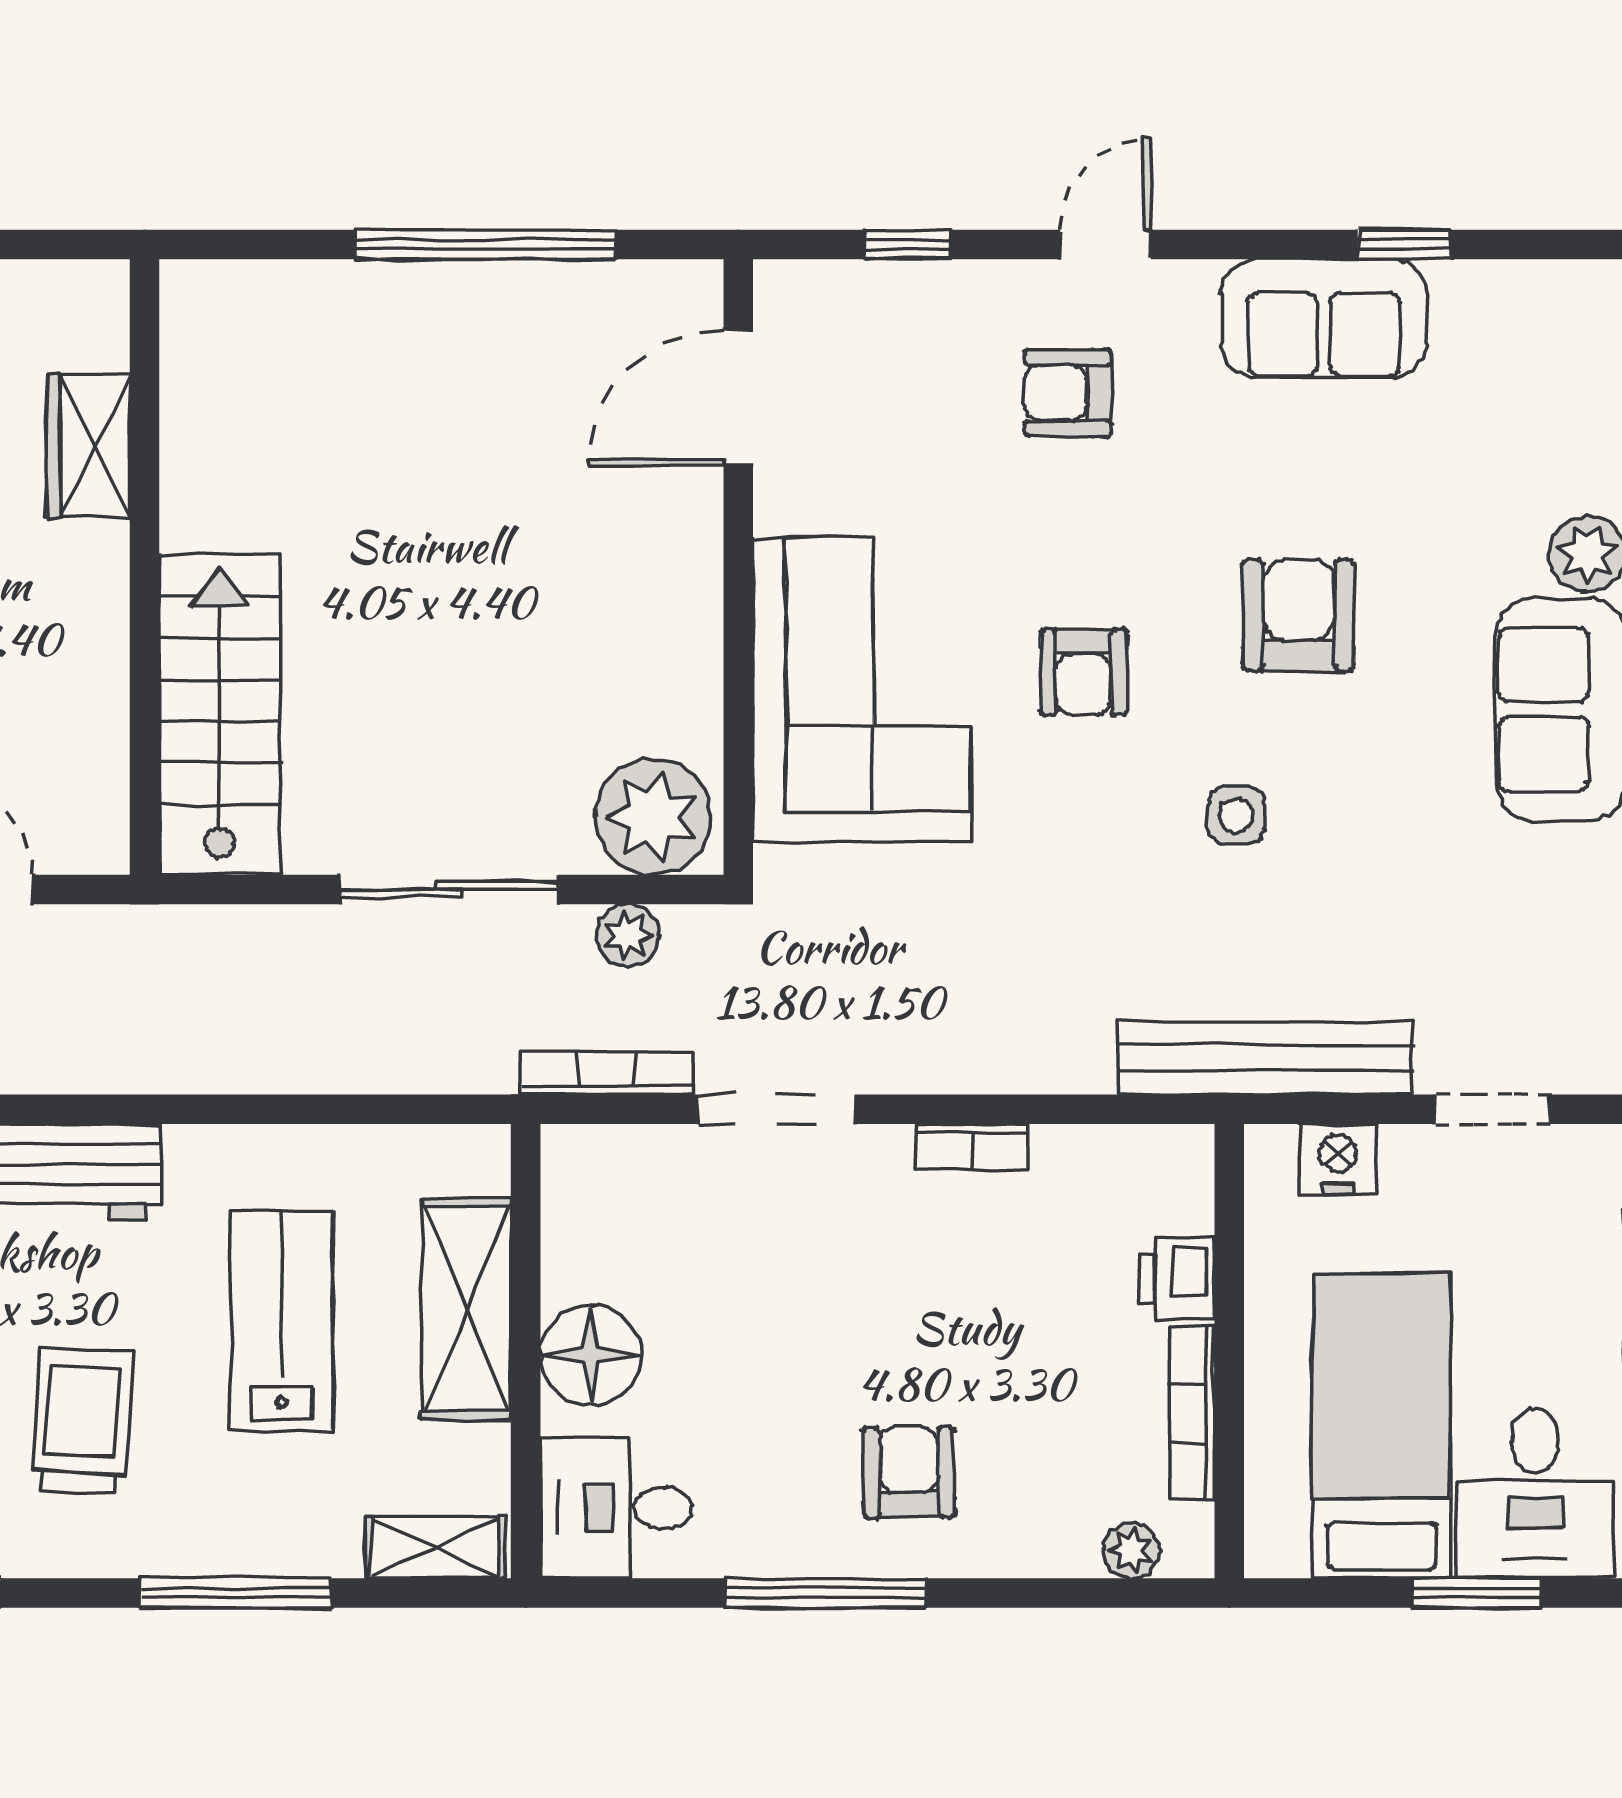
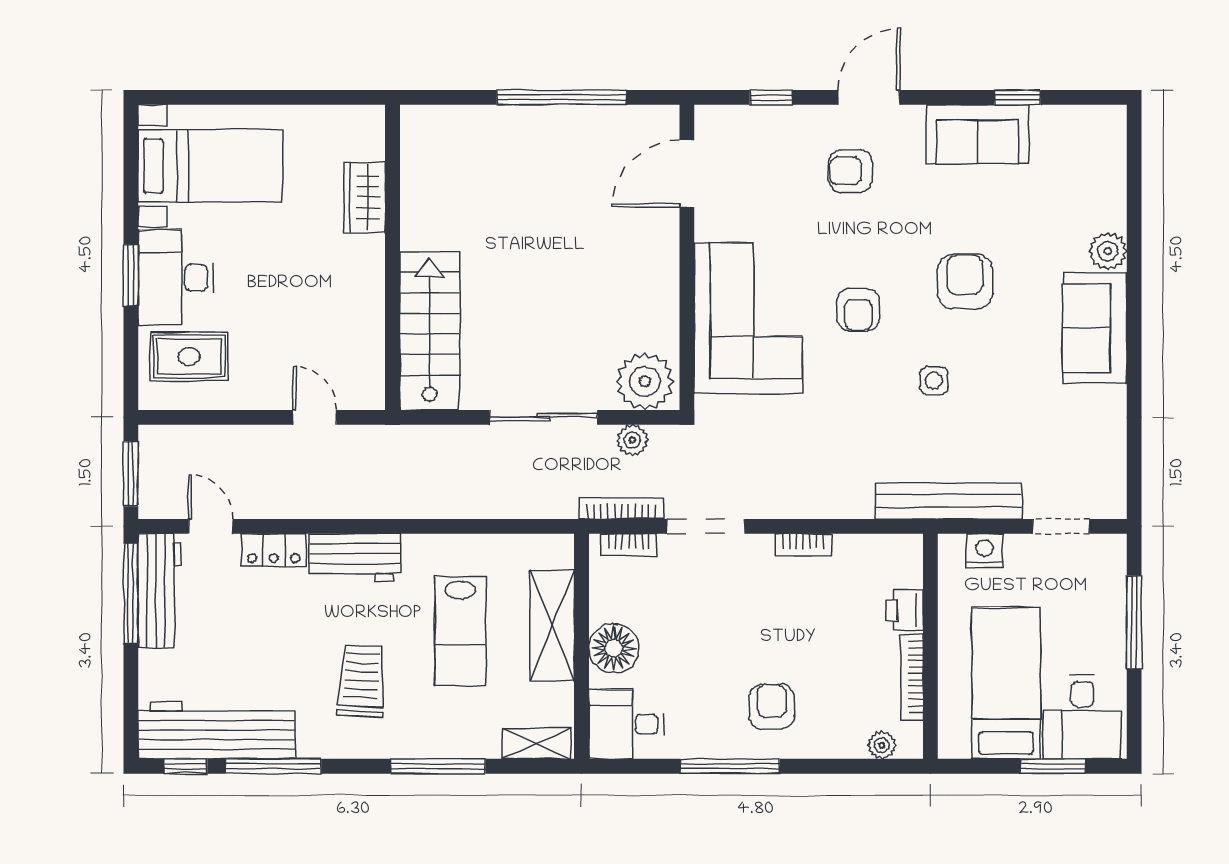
door: (1105, 244) -> (869, 97), width x1.38
bookcase: (621, 1146) -> (629, 545), added
lab bench: (281, 1321) -> (460, 631), turned 180

